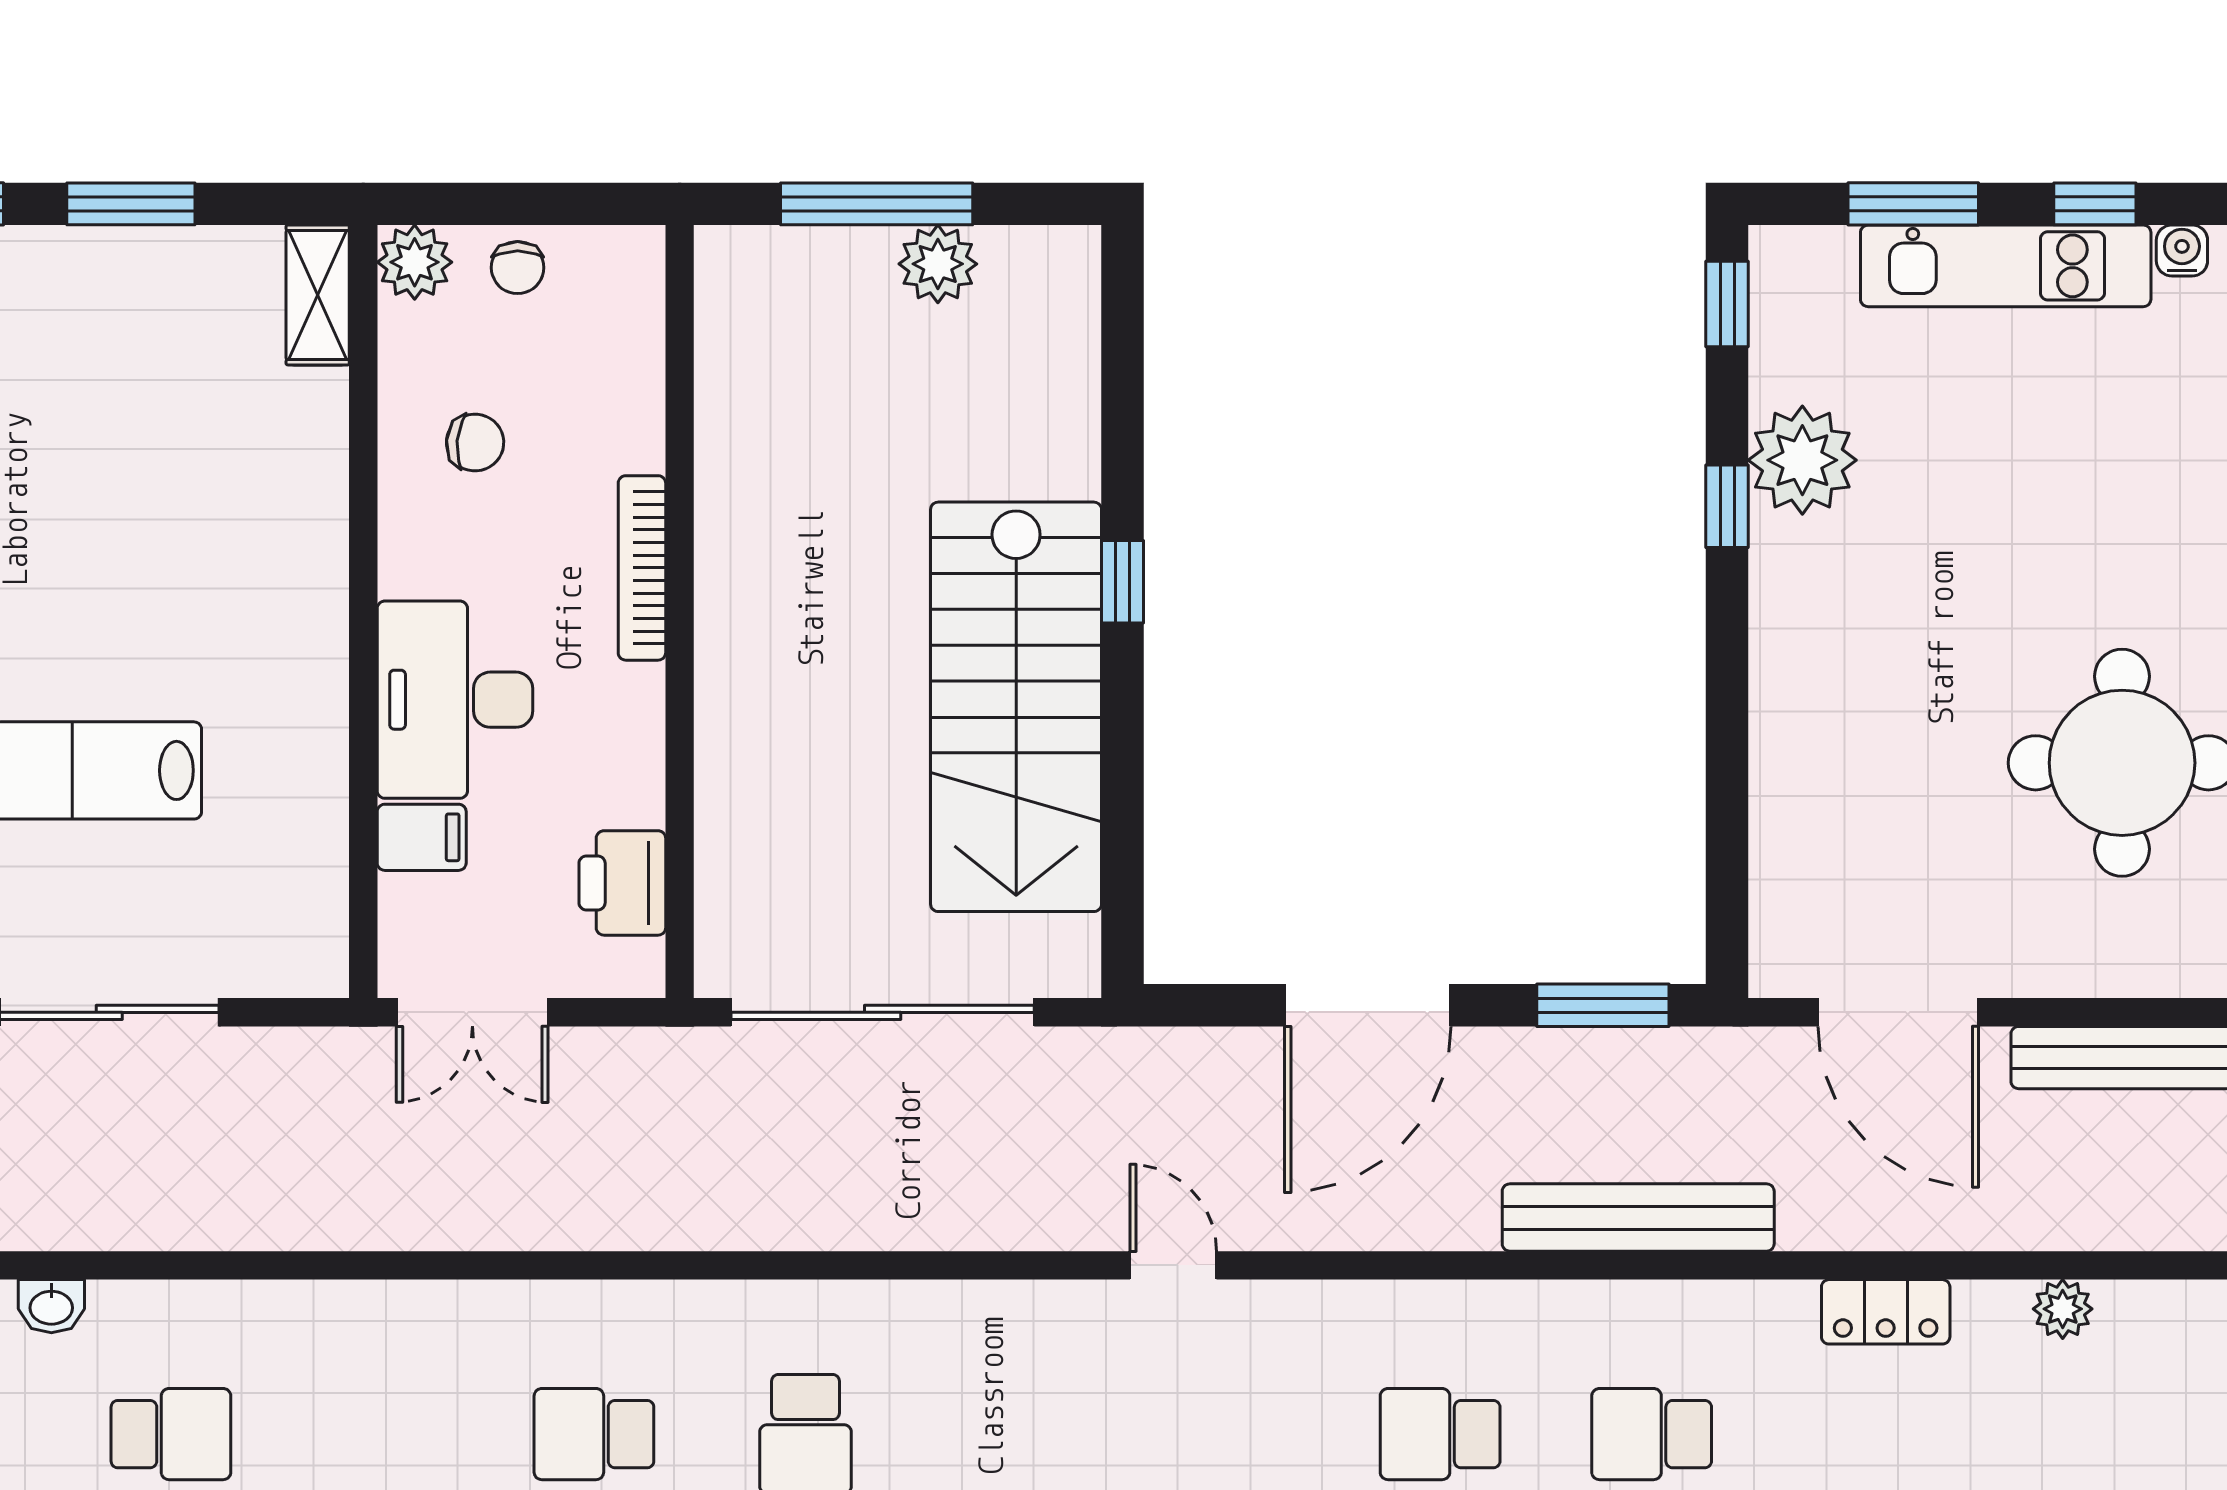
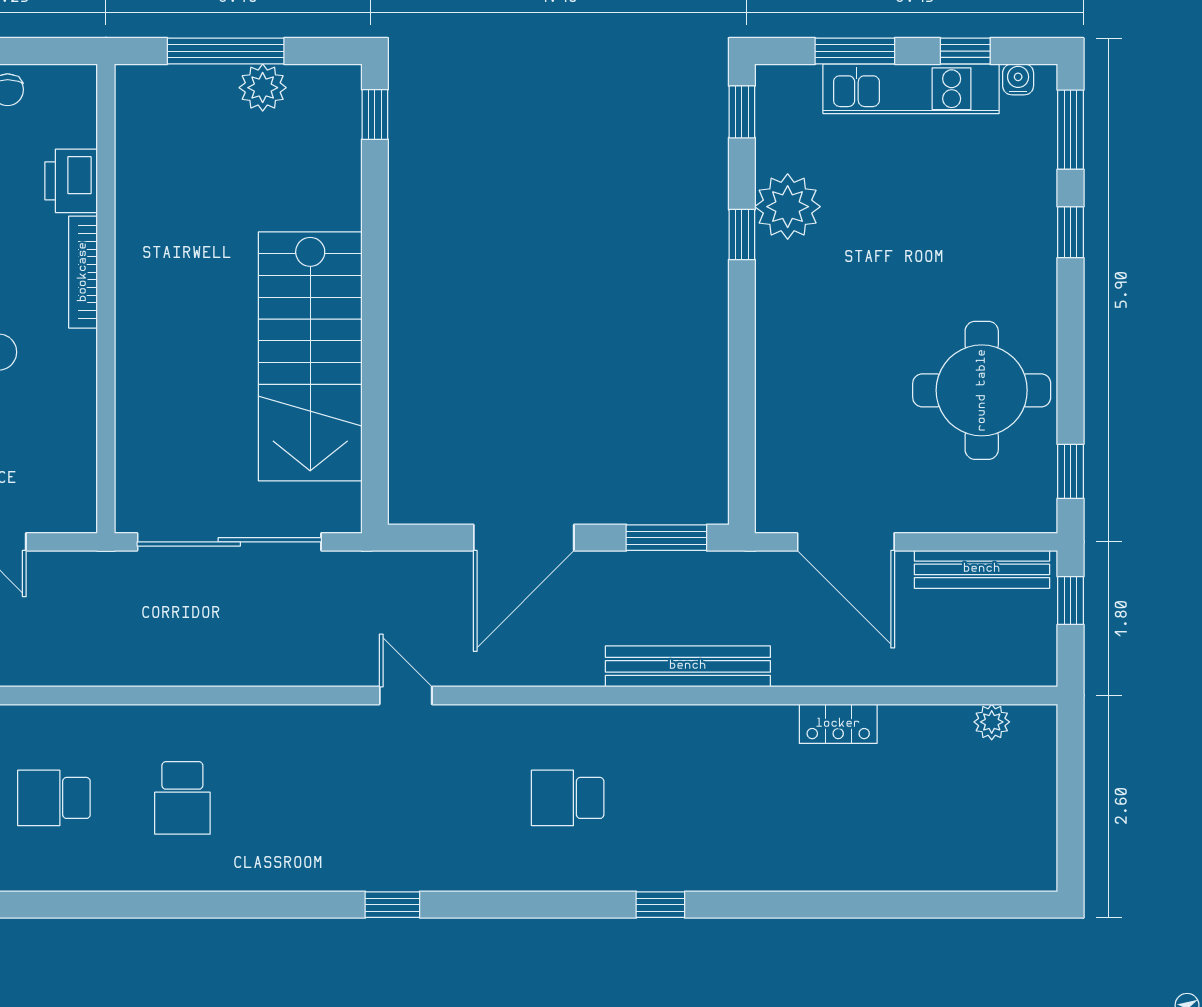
window: (1122, 582) -> (375, 115), moved
printer: (622, 883) -> (71, 181), moved
plant: (2063, 1309) -> (992, 722), moved
school desk: (1652, 1434) -> (696, 798), removed

